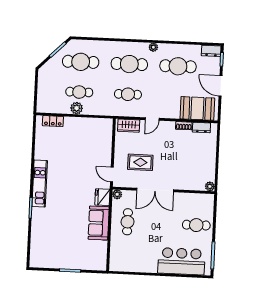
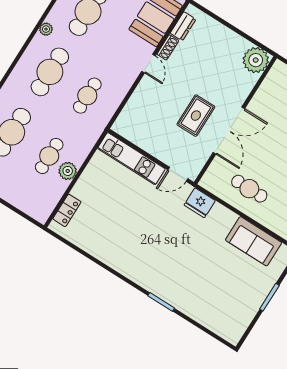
door: (152, 119) -> (149, 64), moved
wardrobe: (129, 126) -> (128, 117), removed
rug: (140, 162) -> (196, 116), moved
kitchen unit: (40, 183) -> (131, 159), moved, turned 180
plant: (210, 186) -> (256, 60), width x1.87, depth x1.87
plant: (117, 194) -> (207, 182), removed
sofa: (99, 223) -> (254, 241), moved

